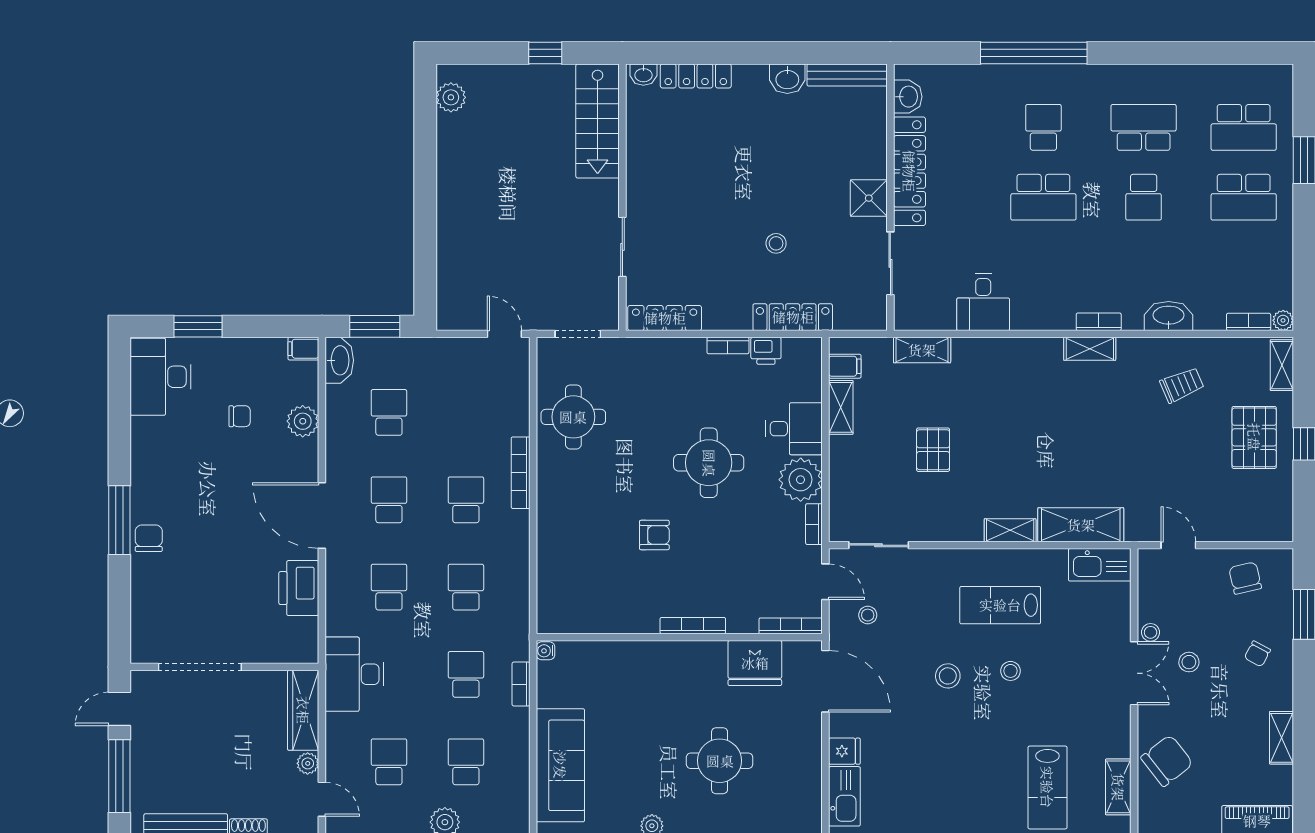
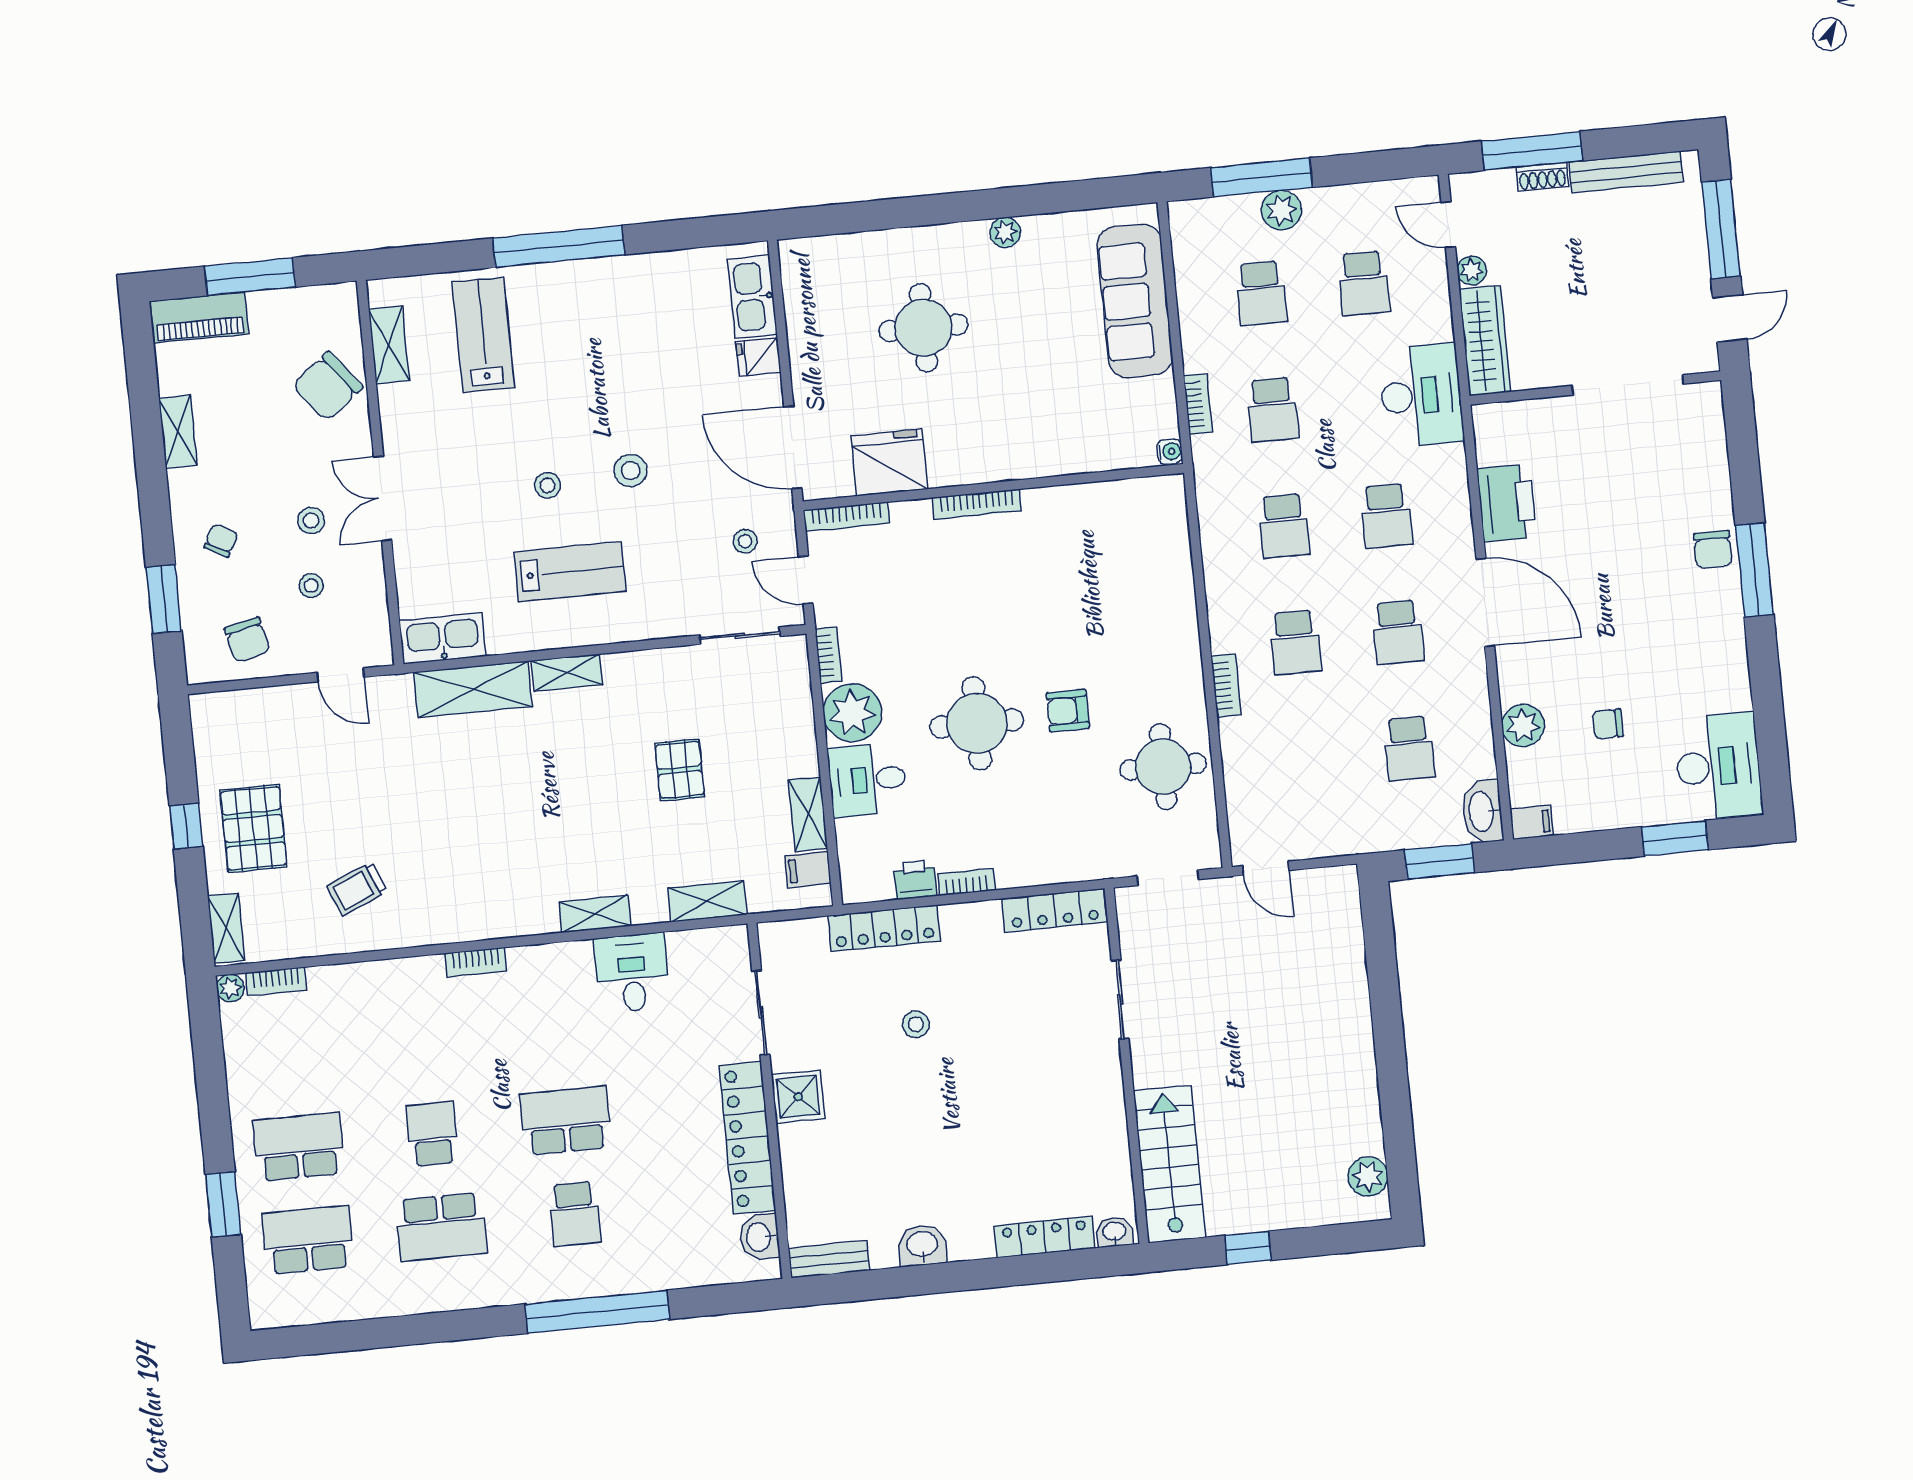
bench: (847, 75) -> (829, 1259), width x0.73
washbasin: (1169, 316) -> (383, 979), removed
shelving: (1090, 349) -> (595, 914), moved
bookcase: (521, 473) -> (1226, 685), width x0.64
armchair: (654, 535) -> (1068, 711), moved
stool: (1151, 632) -> (311, 586), moved

